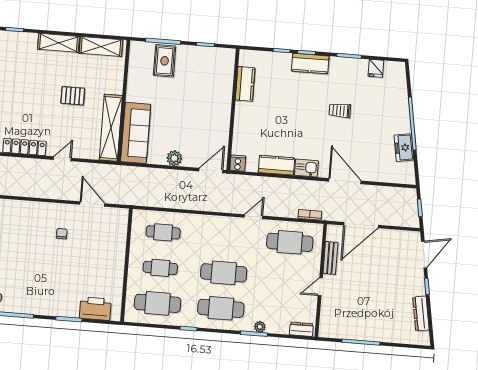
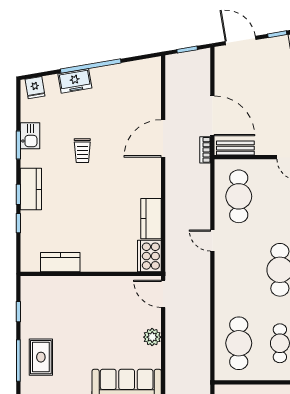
rug: (165, 61) -> (41, 357), turned 90
fridge: (376, 68) -> (35, 88), moved, turned 80
freezer: (404, 148) -> (75, 81), moved
cooker: (238, 163) -> (149, 256), width x1.87, depth x1.31
kitchen sink: (306, 168) -> (30, 136), moved, turned 180
bookcase: (310, 215) -> (205, 150), moved
cafe table: (163, 232) -> (239, 343), width x1.37, depth x1.35
bench: (330, 258) -> (235, 148), moved

